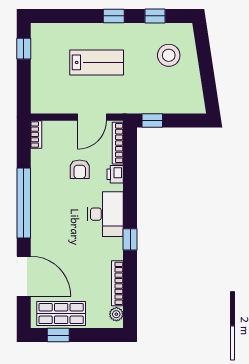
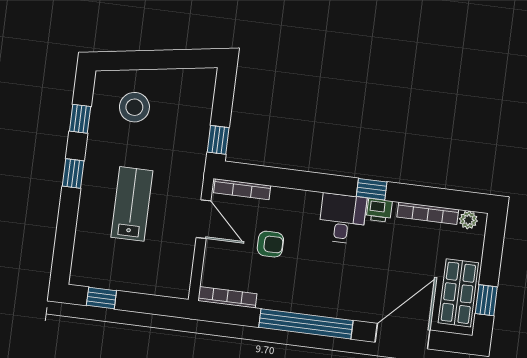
bookcase: (36, 134) -> (227, 297), width x1.56
printer: (115, 174) -> (379, 210), moved
desk: (105, 214) -> (342, 219), width x0.73

